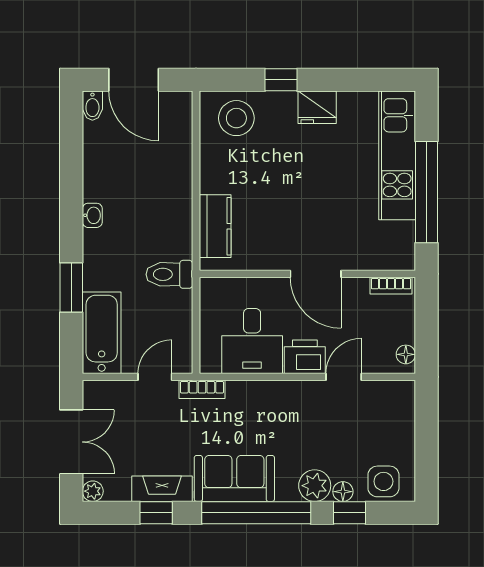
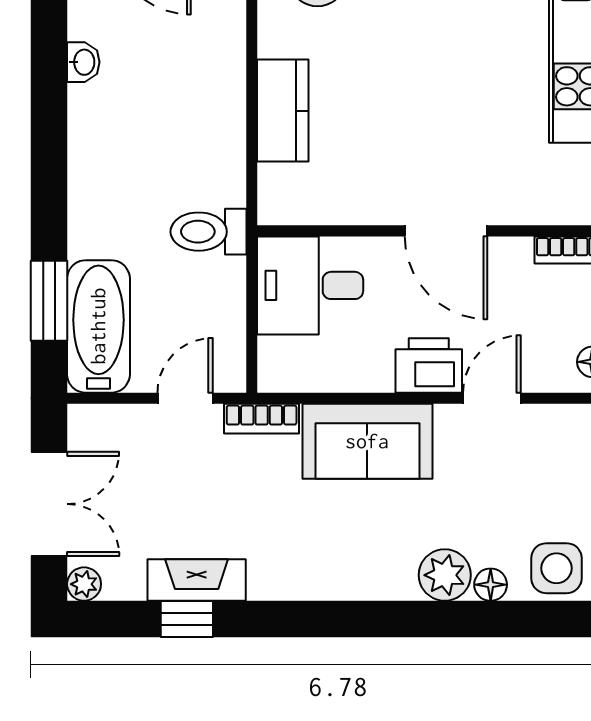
washbasin: (92, 215) -> (83, 62), moved
kitchen counter: (215, 226) -> (283, 111), moved
window: (71, 288) -> (49, 301), moved
desk: (252, 341) -> (310, 285), moved, turned 90
sofa: (234, 478) -> (367, 441), moved, turned 180
window: (256, 513) -> (350, 619), removed
window: (350, 513) -> (501, 619), removed

